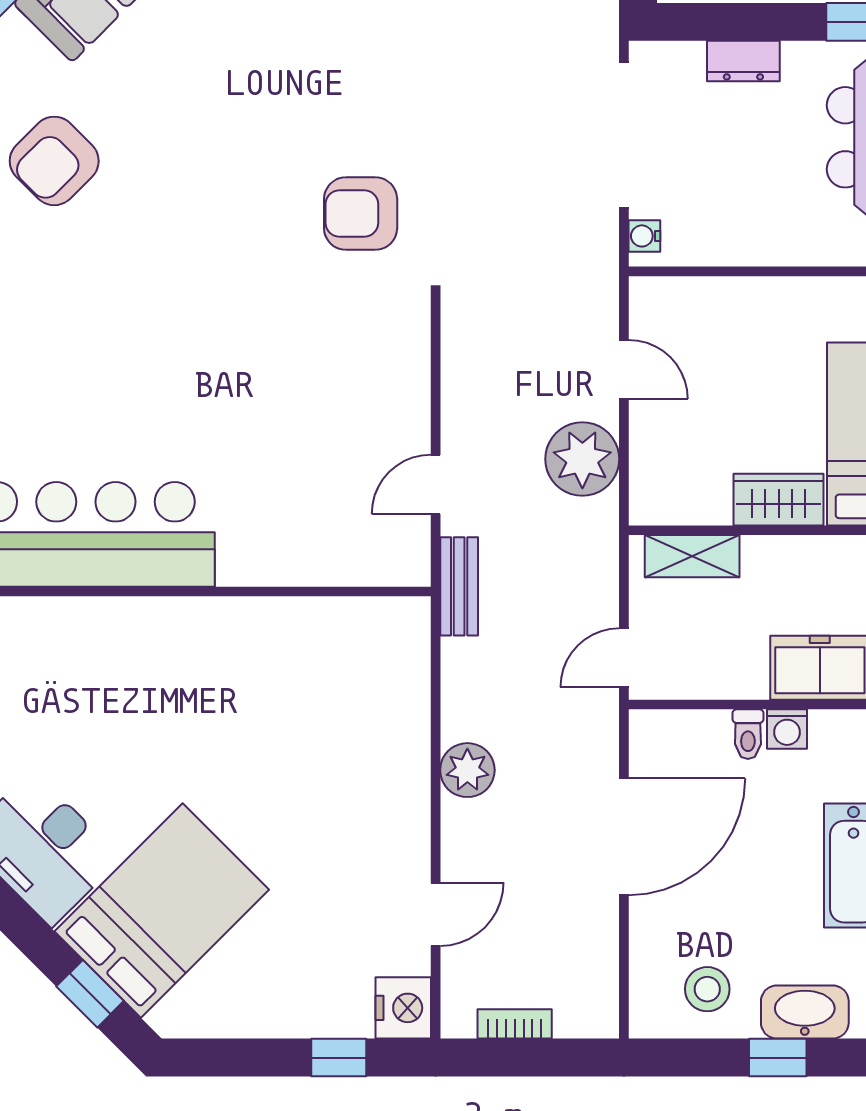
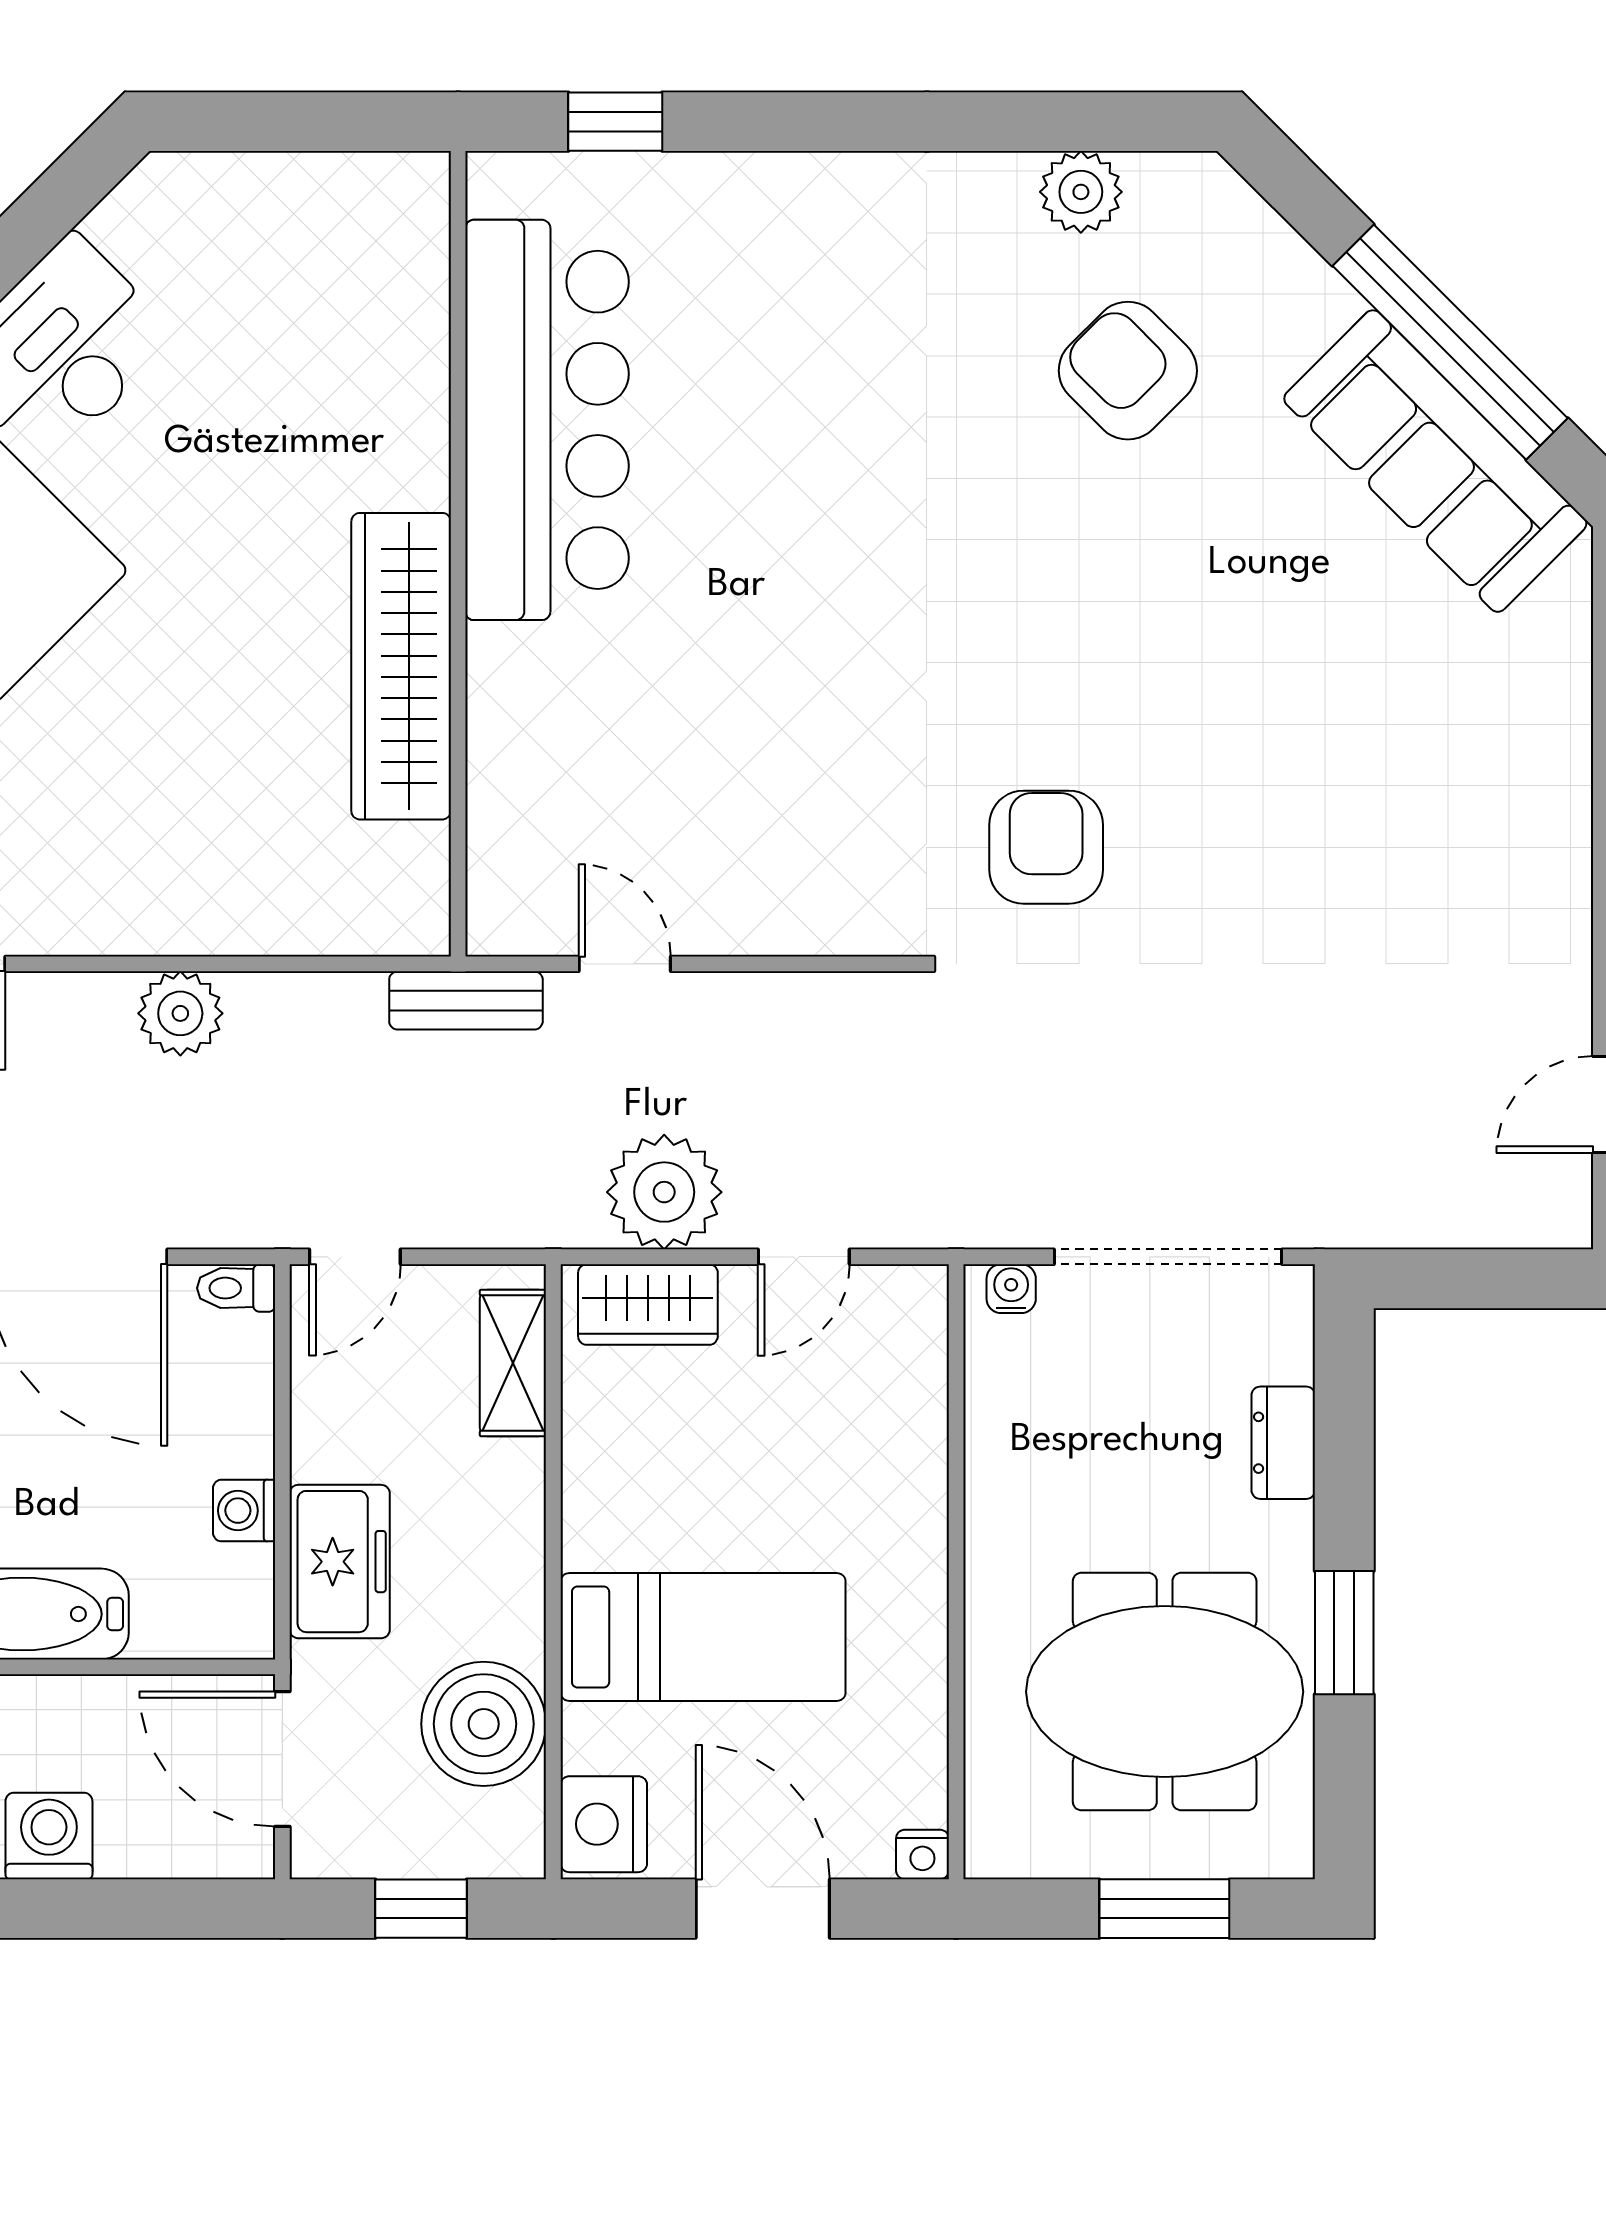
wardrobe: (779, 500) -> (648, 1305), moved, turned 90
wardrobe: (244, 628) -> (401, 666), added
door: (624, 658) -> (355, 1257), swing flipped
toilet: (748, 734) -> (236, 1288), moved

